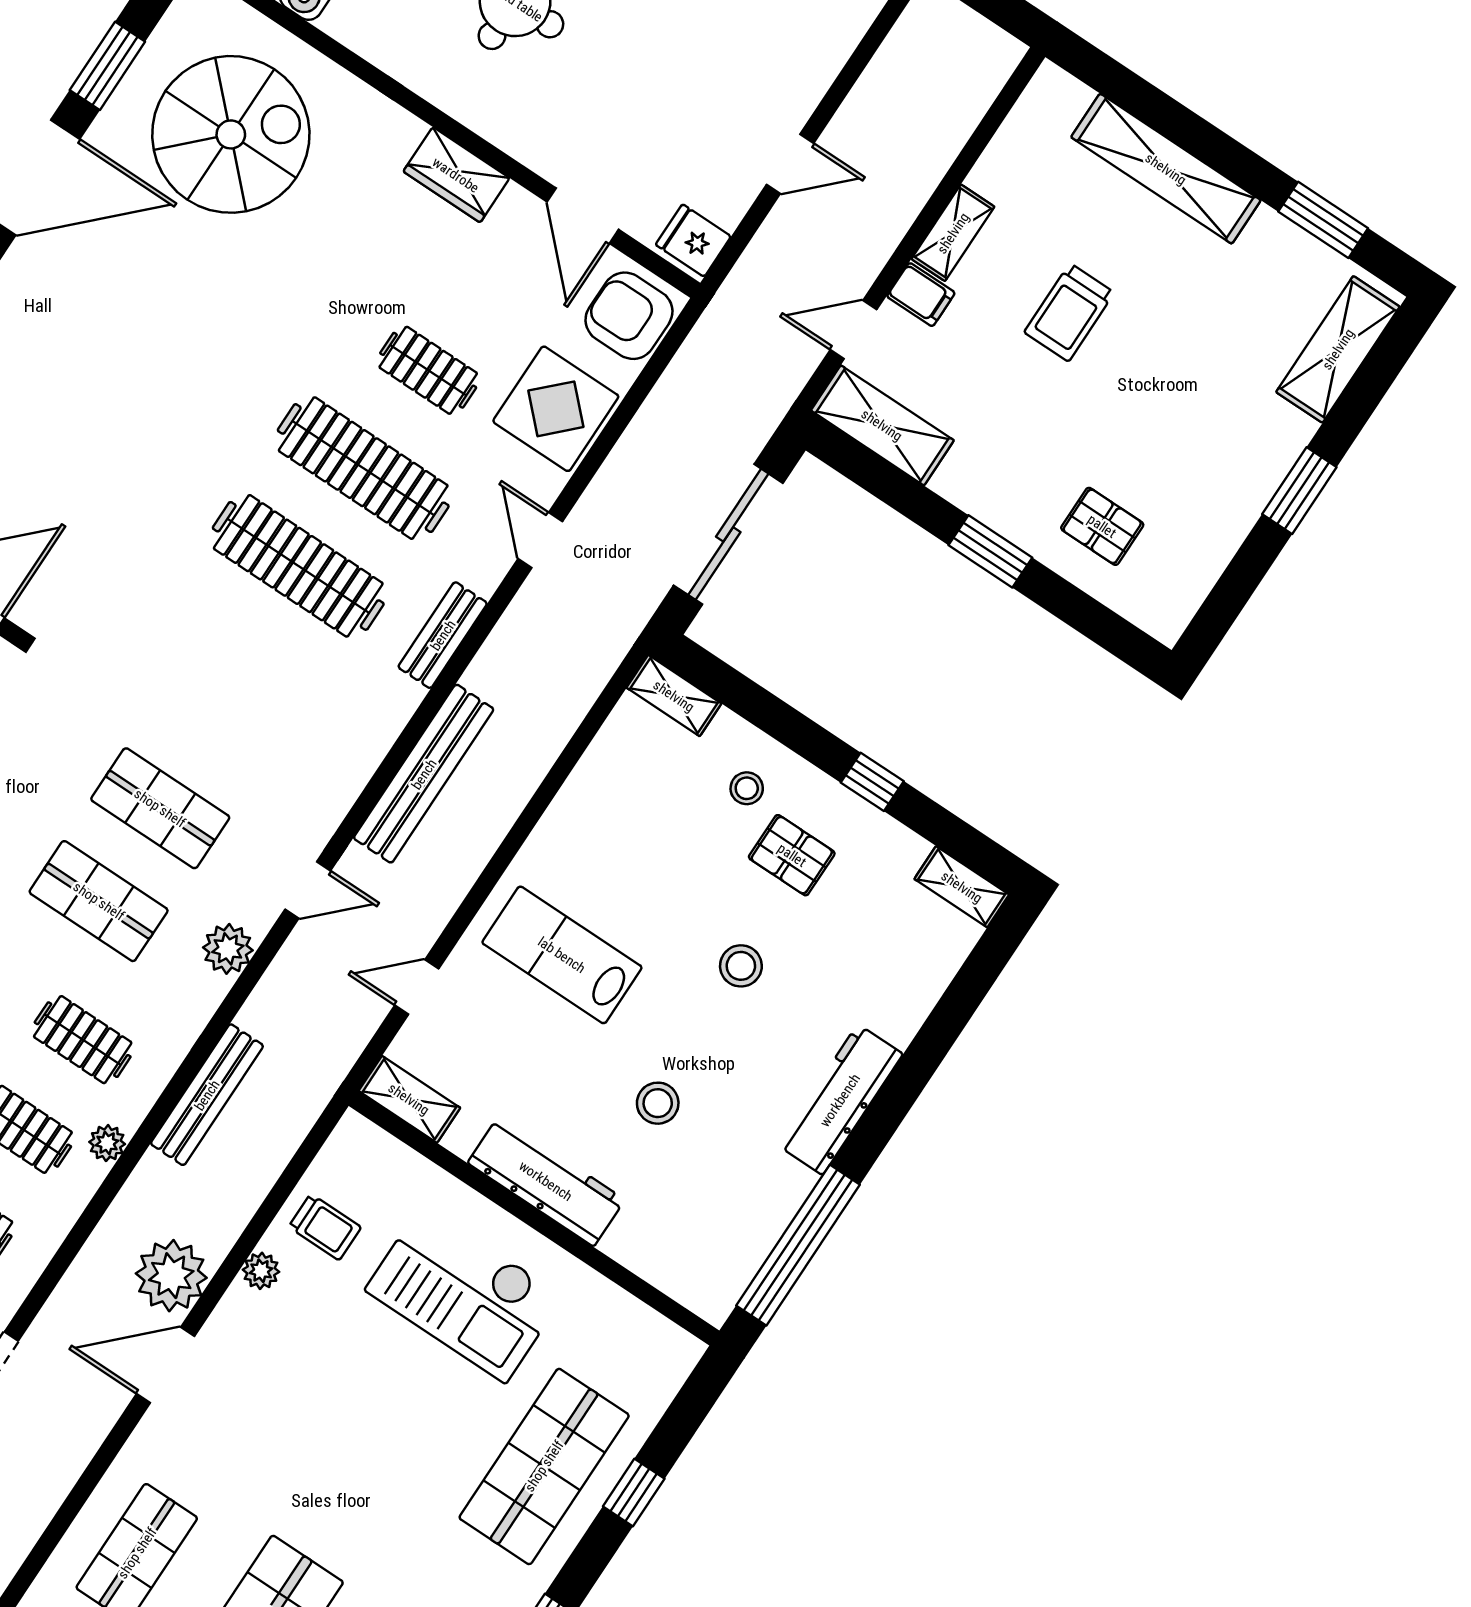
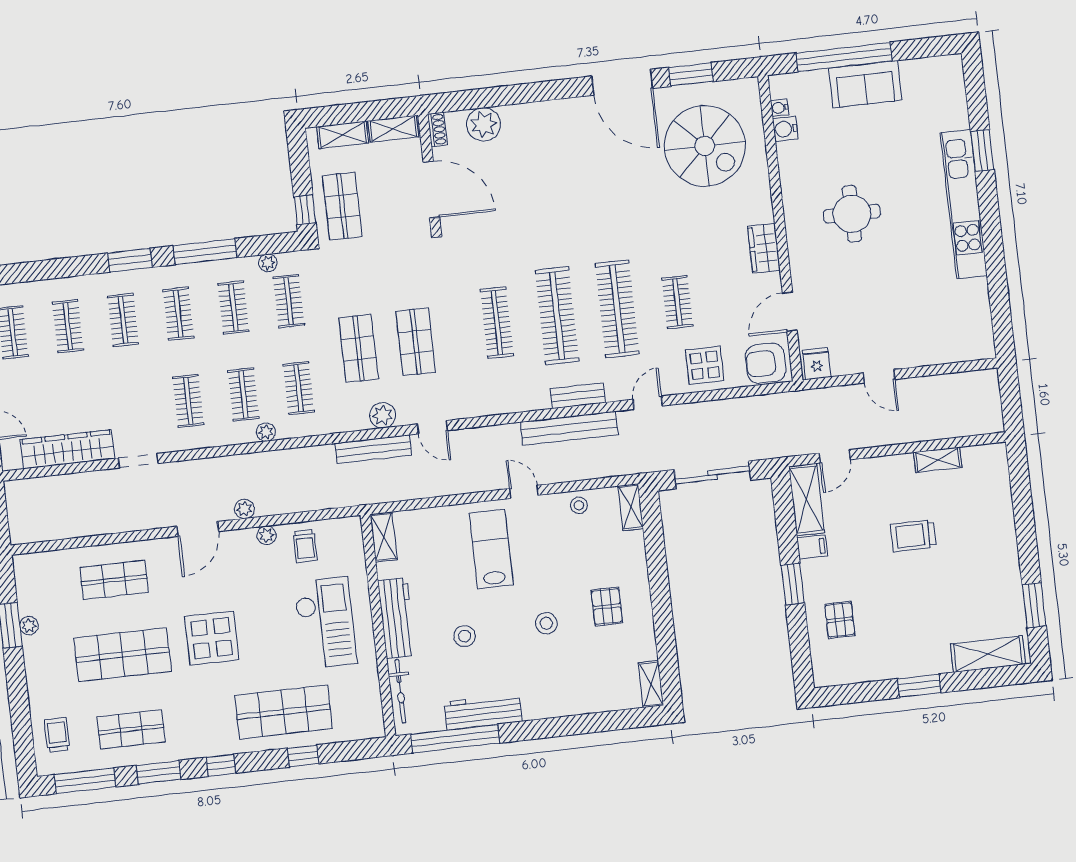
shelving: (1166, 169) -> (1002, 526), removed
shelving: (953, 233) -> (938, 460), moved
filing cabinet: (921, 295) -> (812, 547), moved, turned -90
armchair: (629, 316) -> (766, 363), turned -90
door: (853, 330) -> (835, 456), swing flipped
display table: (556, 409) -> (705, 365), width x0.73, depth x0.73
clothes rail: (233, 664) -> (497, 323), added
bench: (424, 774) -> (569, 428), moved
window: (872, 782) -> (663, 614), removed
stool: (747, 788) -> (579, 505), moved
door: (417, 987) -> (524, 492), moved
bench: (207, 1095) -> (373, 449), moved
workbench: (840, 1100) -> (483, 712), moved
bicycle: (659, 1267) -> (400, 691), added
plant: (171, 1276) -> (244, 509), width x0.53, depth x0.53
checkout: (464, 1293) -> (325, 623), turned 180
door: (166, 1365) -> (198, 529), swing flipped
display table: (345, 1481) -> (212, 638), added

